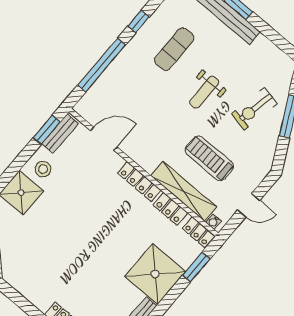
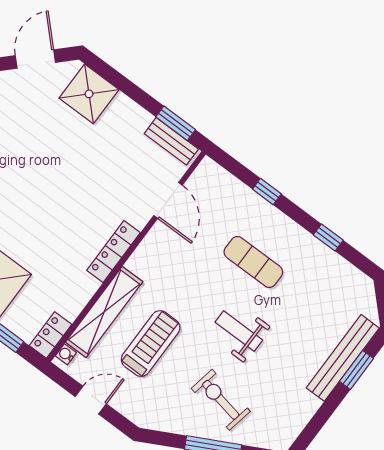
exercise mat: (174, 49) -> (253, 262), moved
window: (102, 65) -> (267, 192), width x0.32
stool: (43, 169) -> (122, 121), removed
door: (249, 205) -> (91, 400), swing flipped
locker: (170, 209) -> (79, 295), removed

